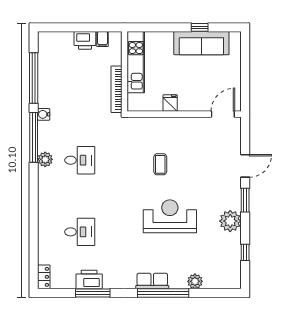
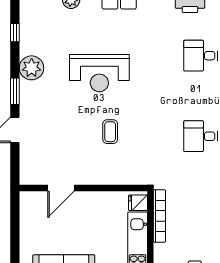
fridge: (170, 103) -> (138, 203), moved, turned 90
door: (223, 114) -> (61, 188), moved

